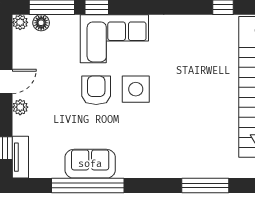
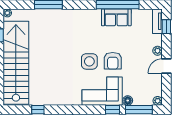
floor lamp: (41, 23) -> (128, 101), moved

